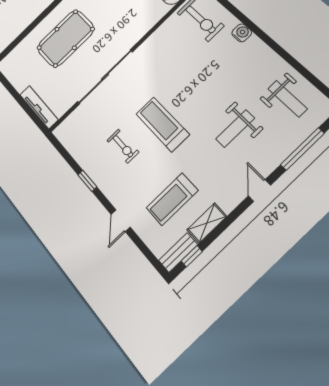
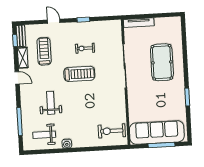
water cooler: (242, 33) -> (67, 144), moved
door: (259, 191) -> (17, 78), moved

